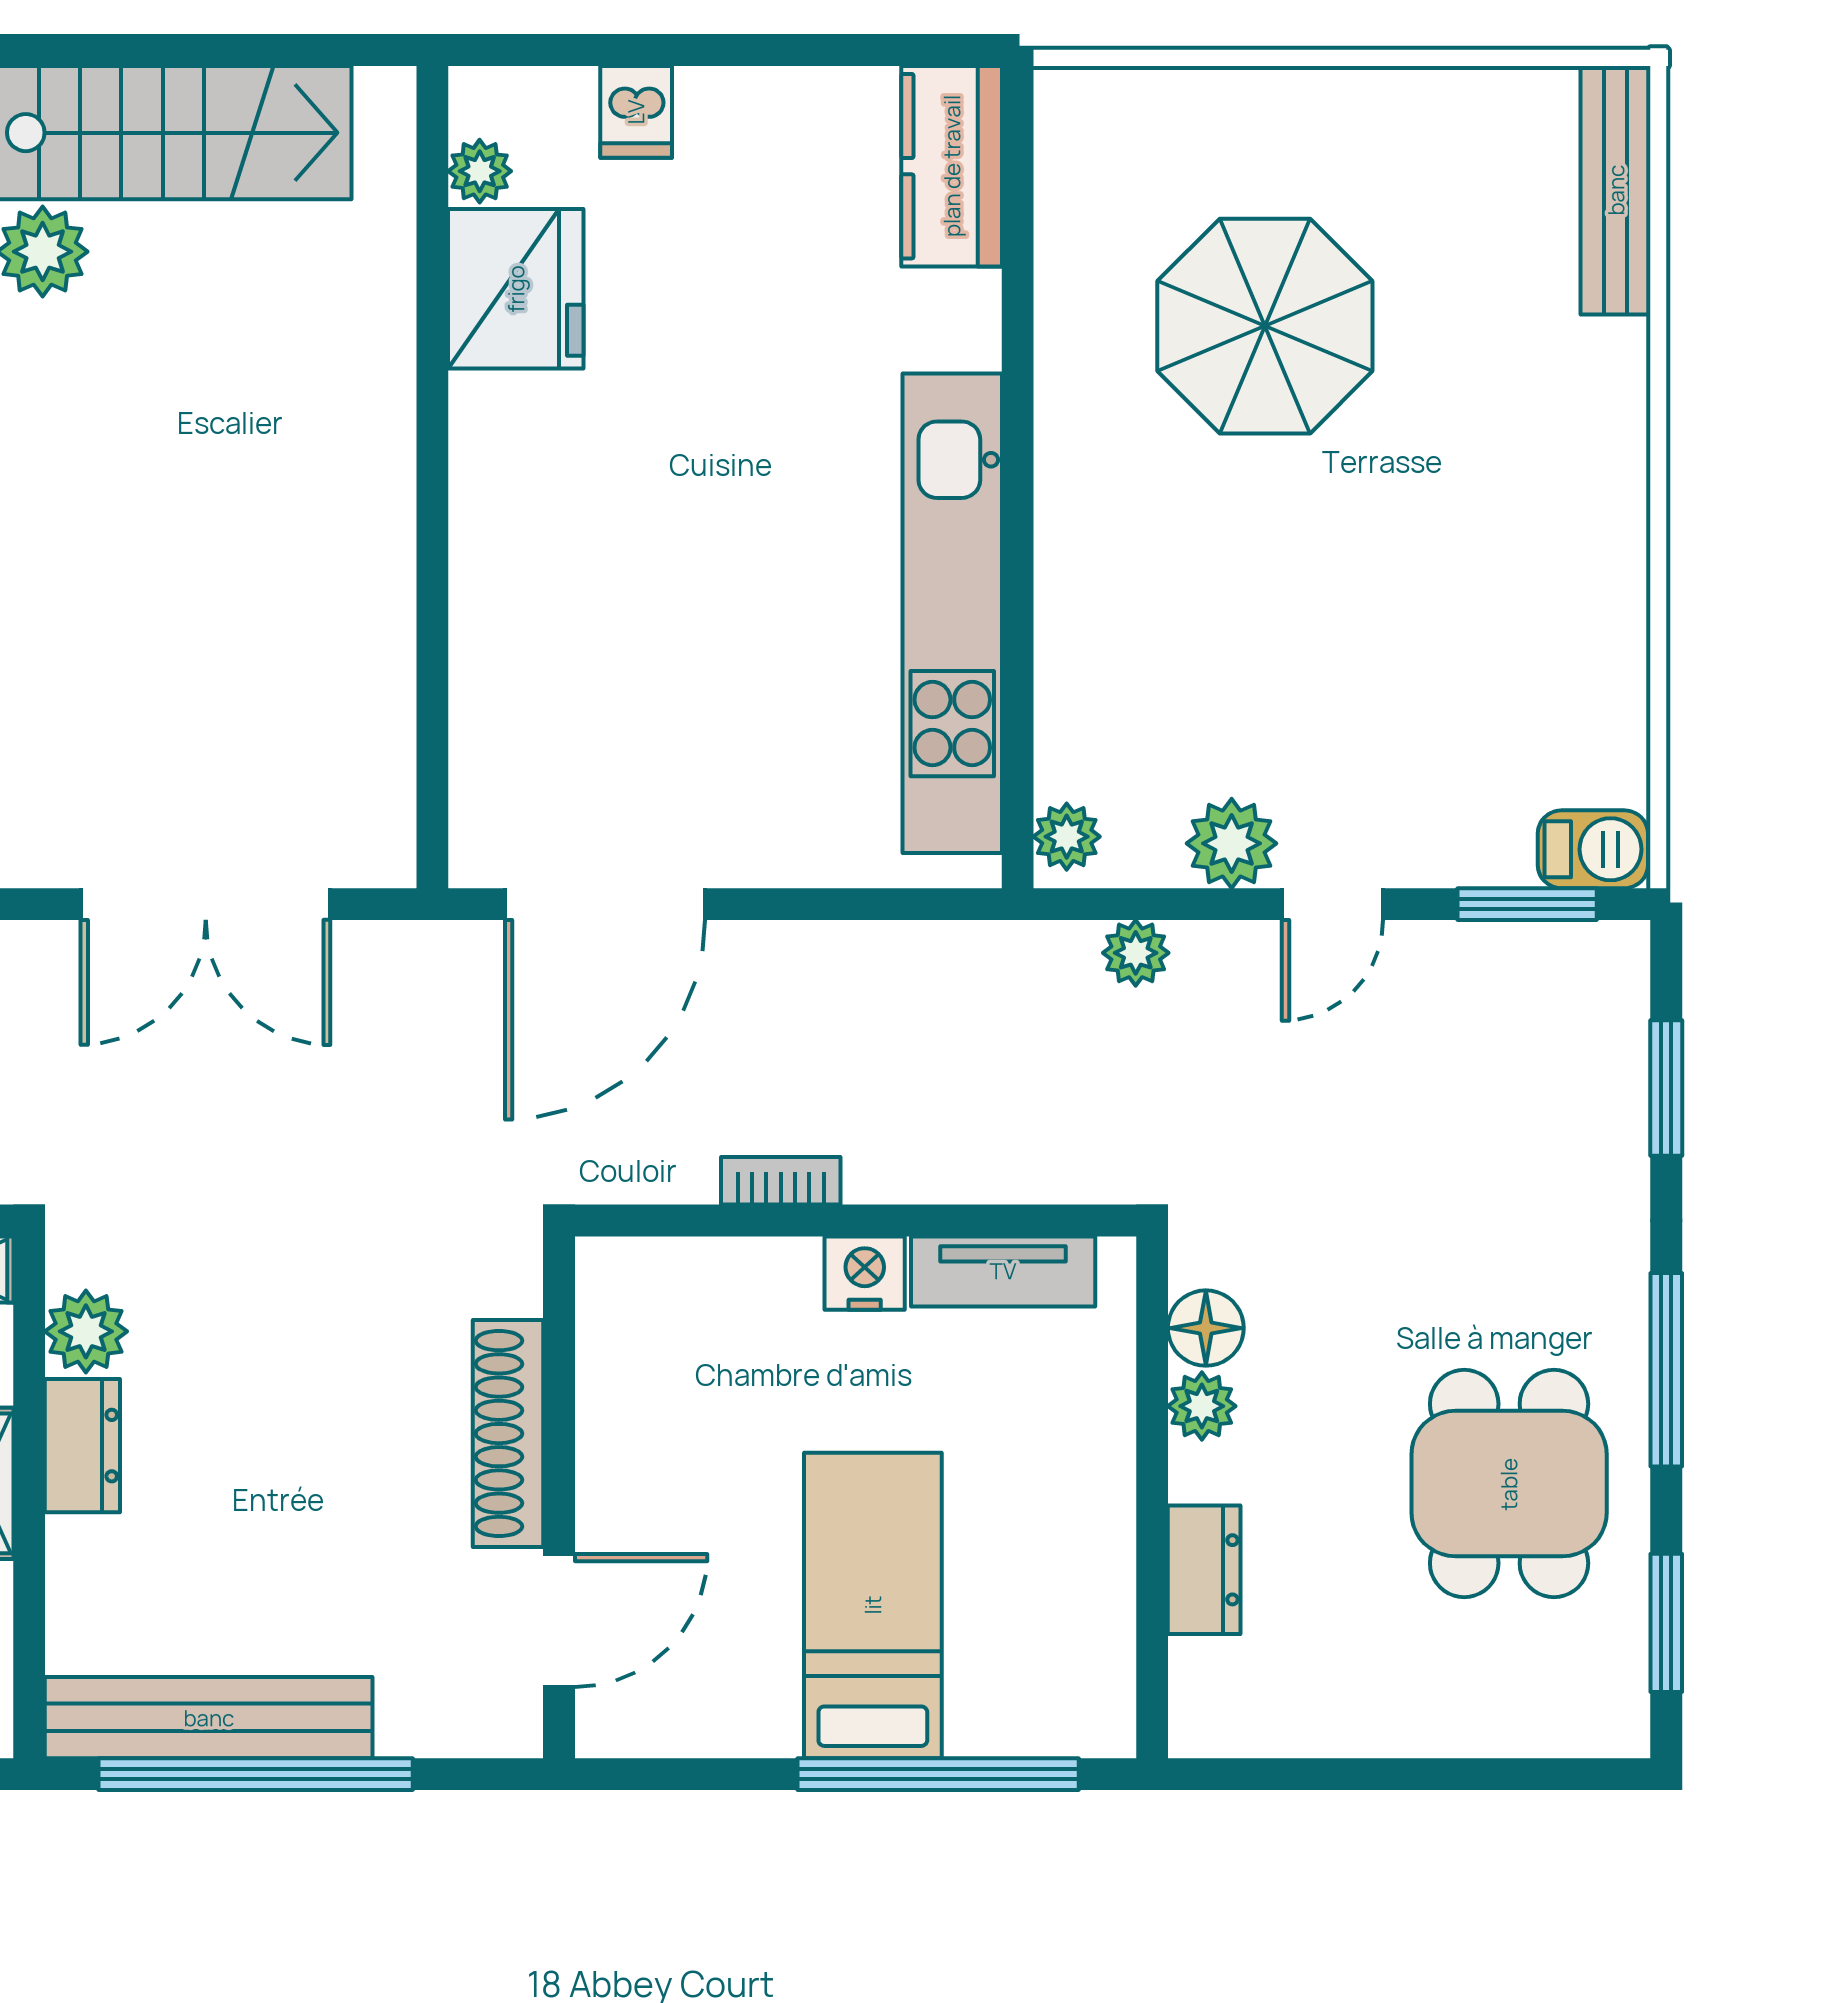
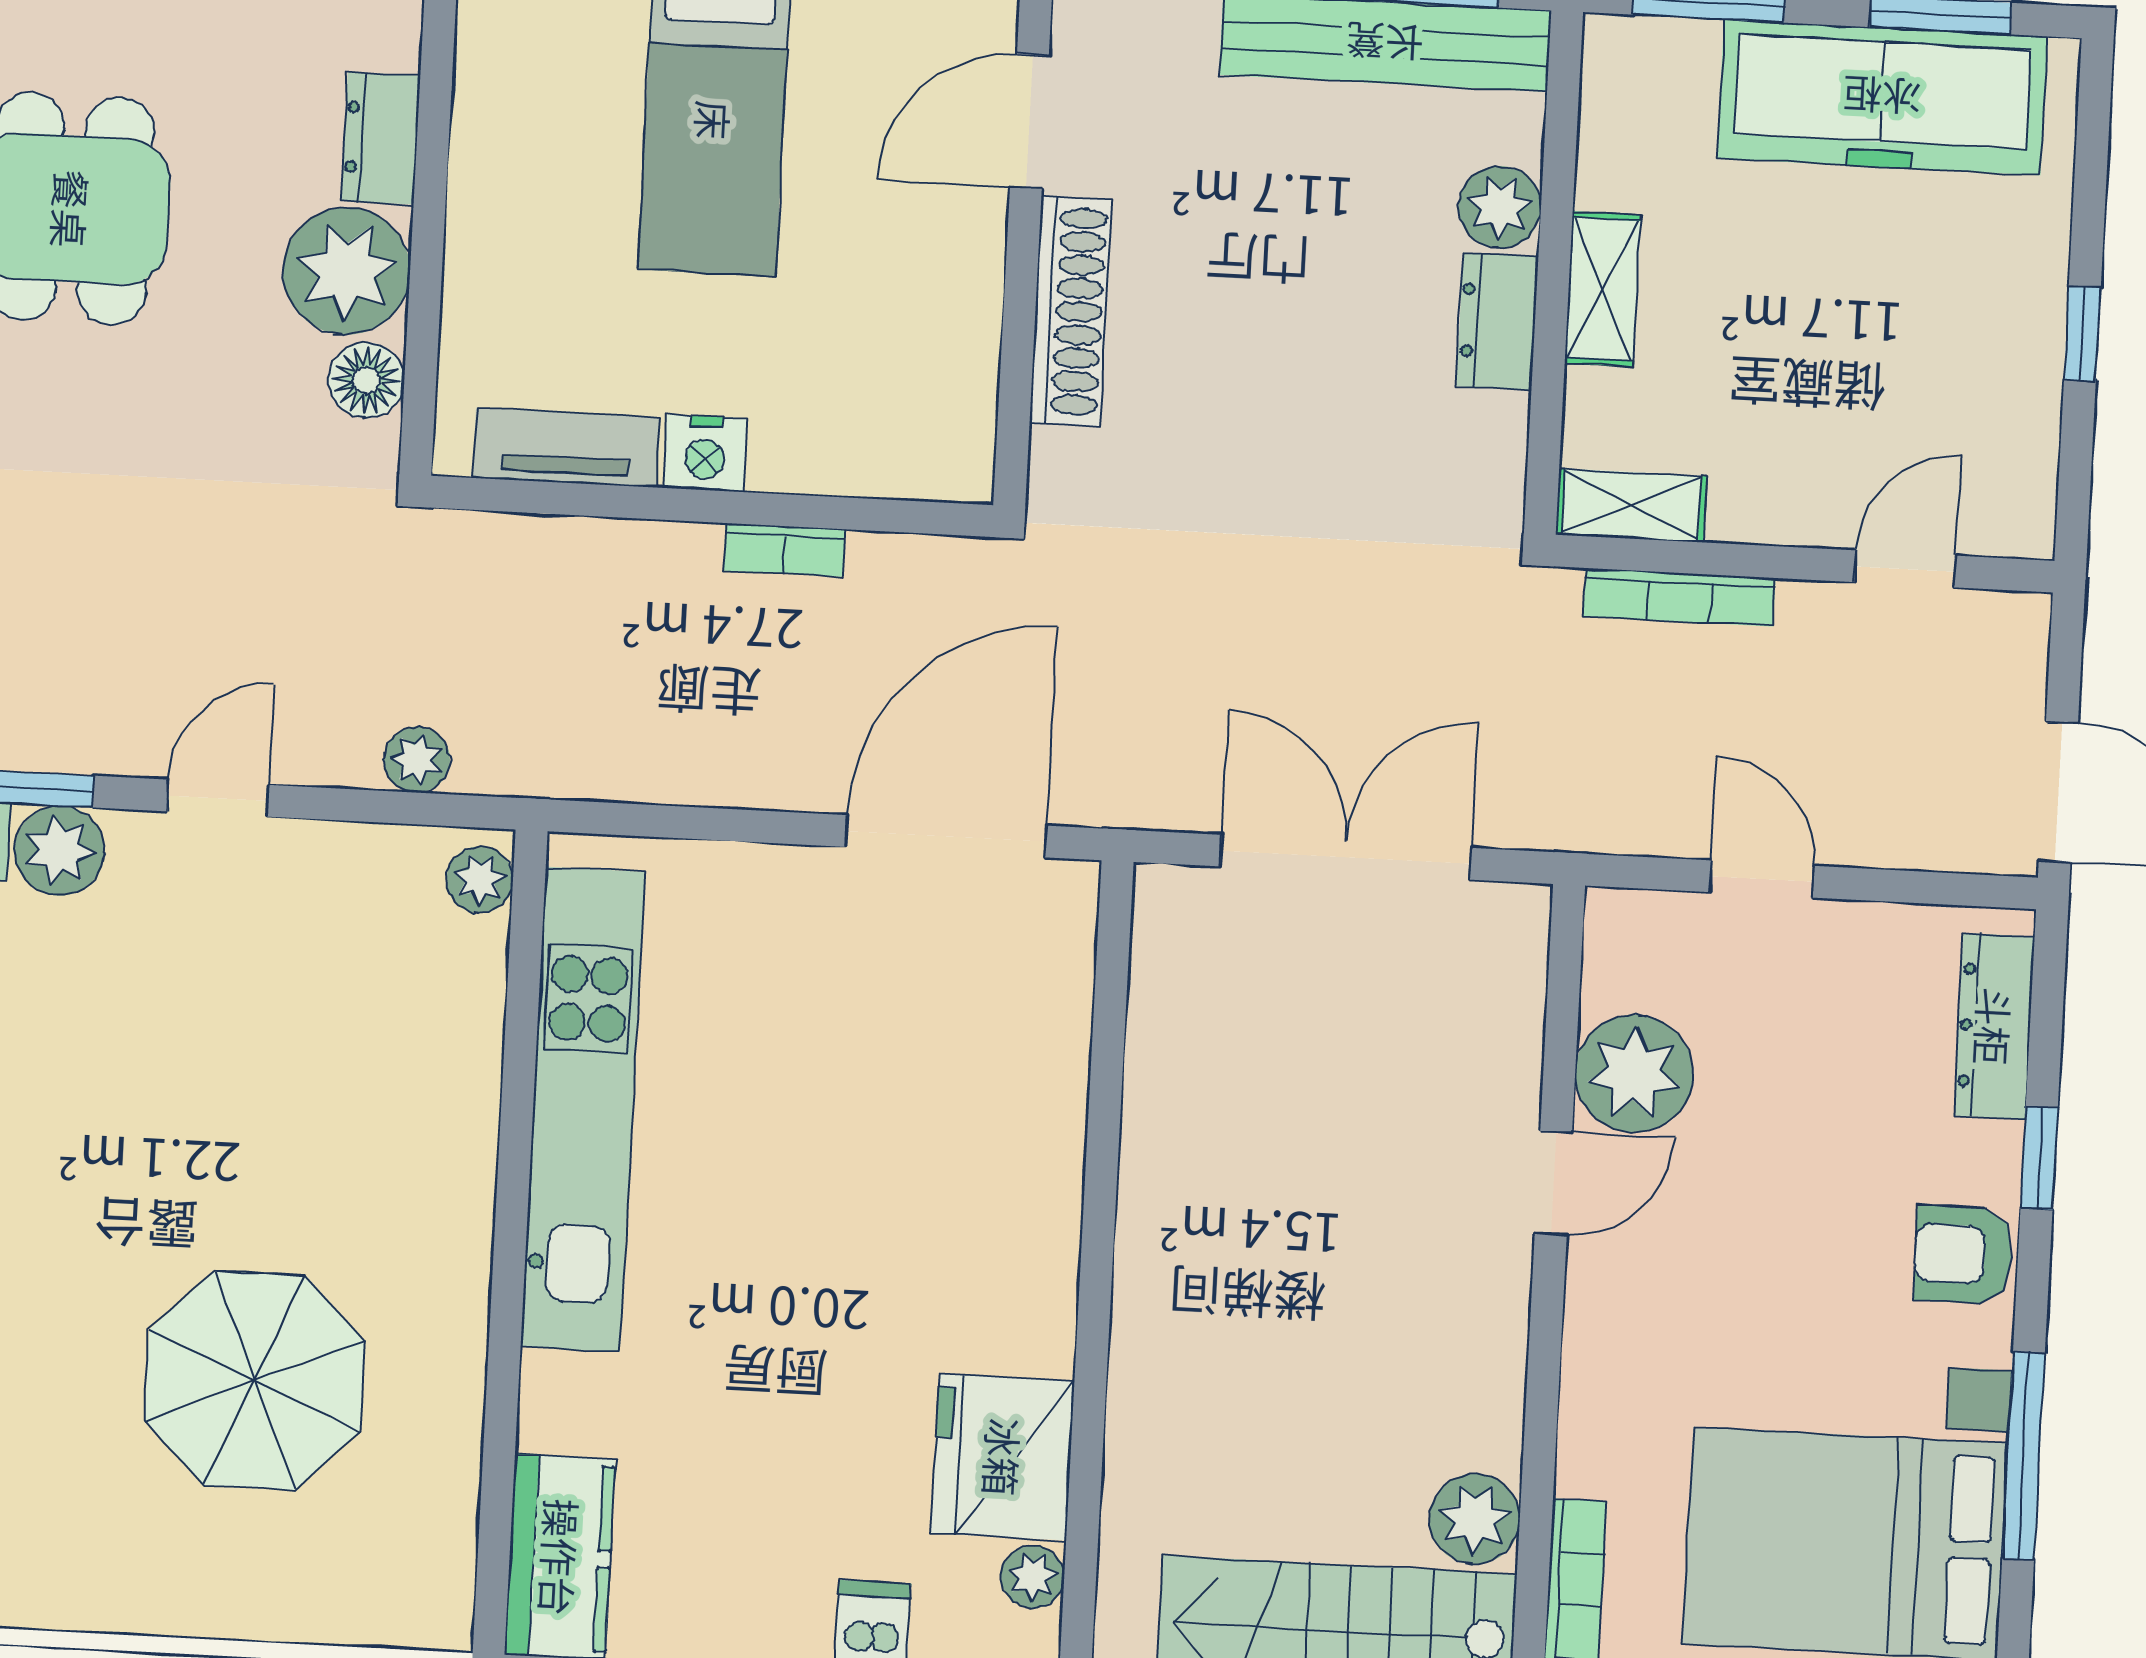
plant: (1232, 843) -> (60, 851), moved
plant: (86, 1331) -> (1500, 207), moved
plant: (1202, 1406) -> (346, 271), width x1.87, depth x1.87

